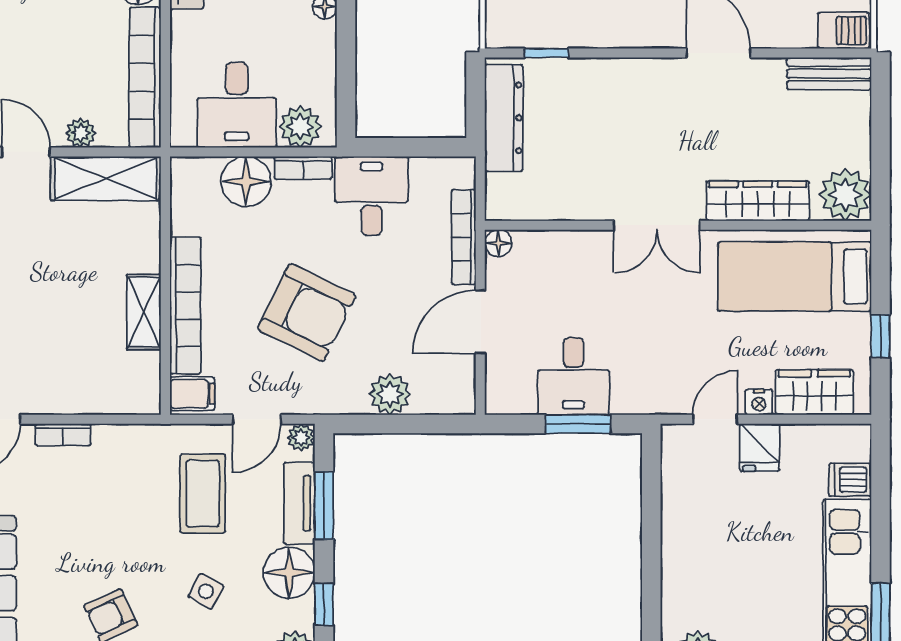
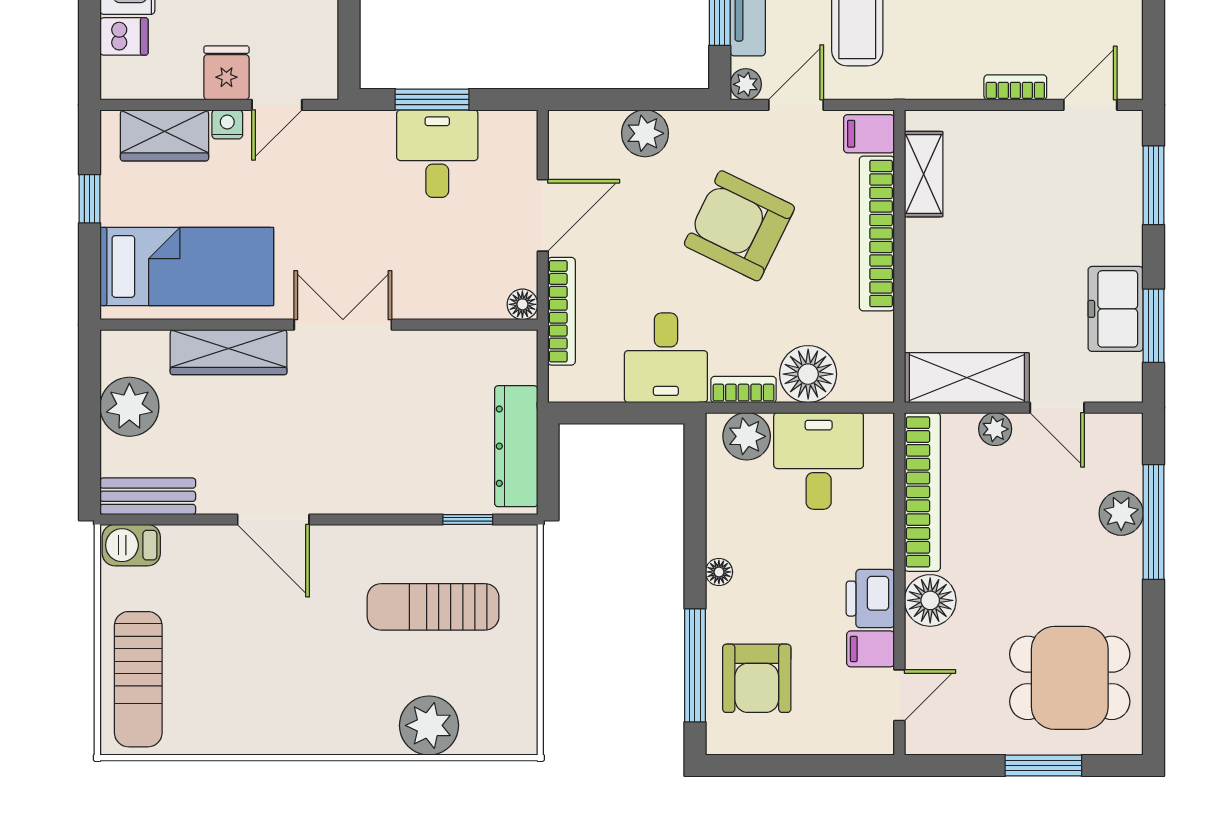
plant: (845, 195) -> (129, 407), moved
shelving: (144, 312) -> (924, 174), moved

